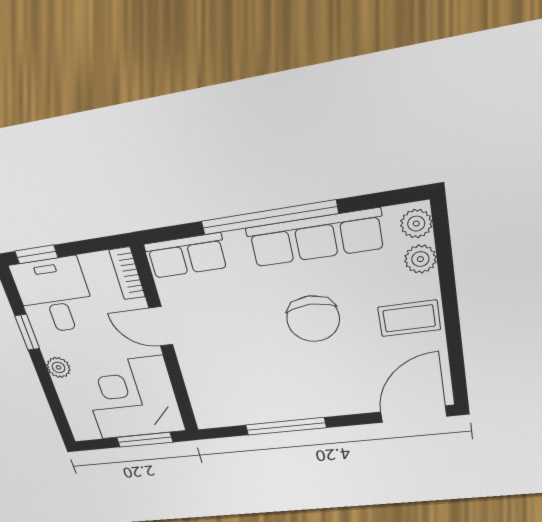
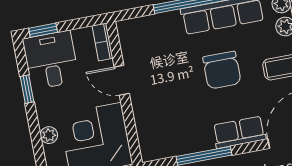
row of seats: (186, 256) -> (239, 132), moved, turned 180
plant: (58, 367) -> (49, 135), moved

